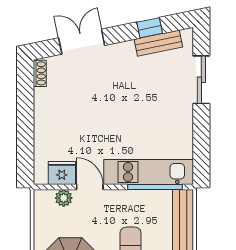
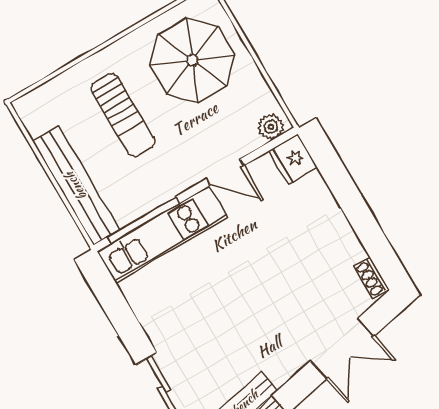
fridge: (62, 173) -> (293, 159), moved, turned 90
plant: (64, 198) -> (271, 127), moved

